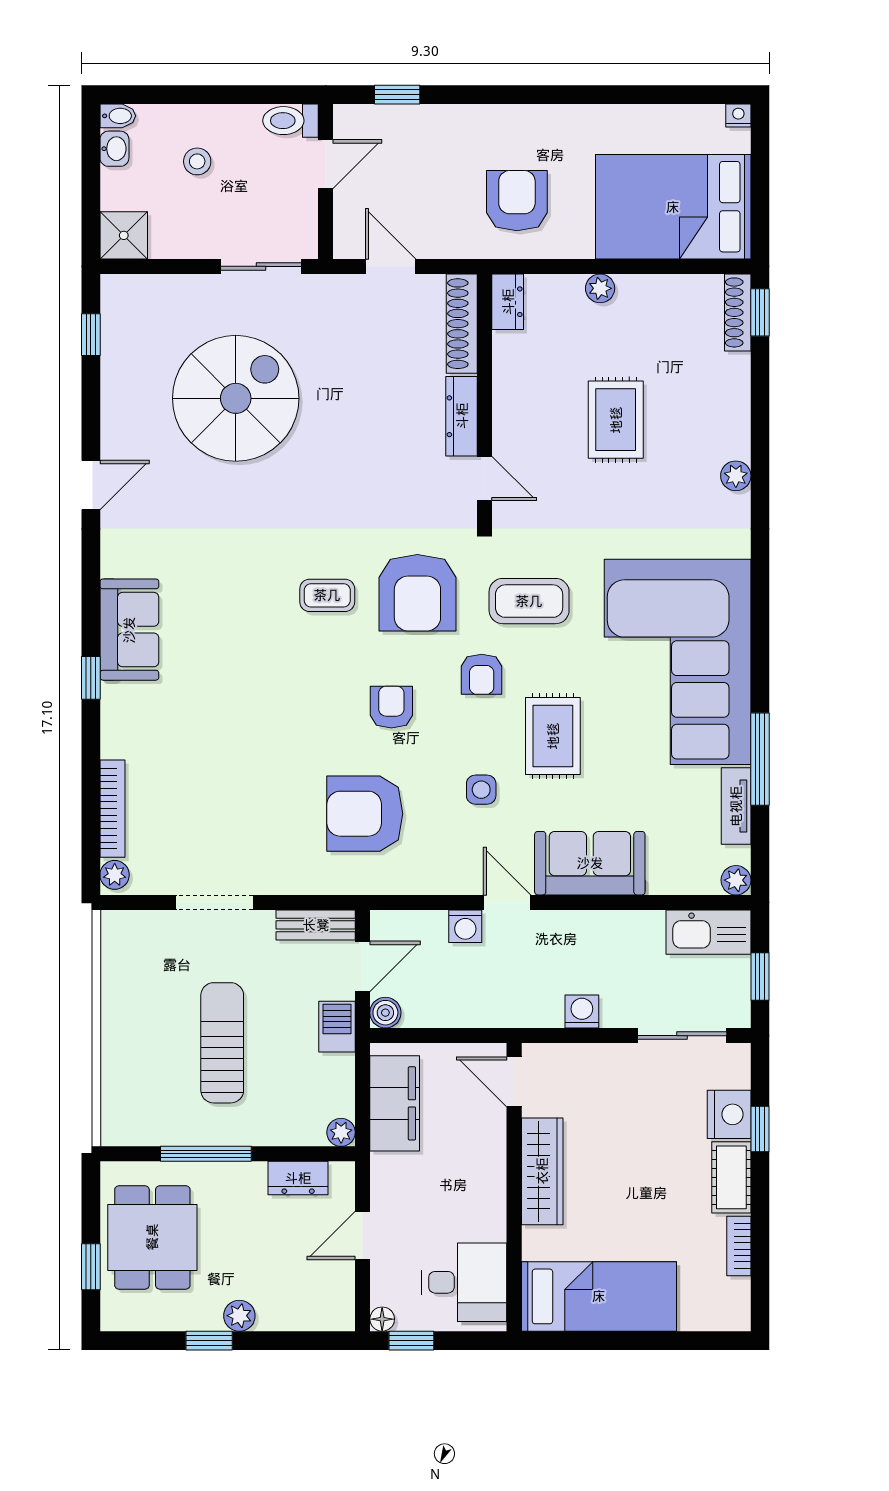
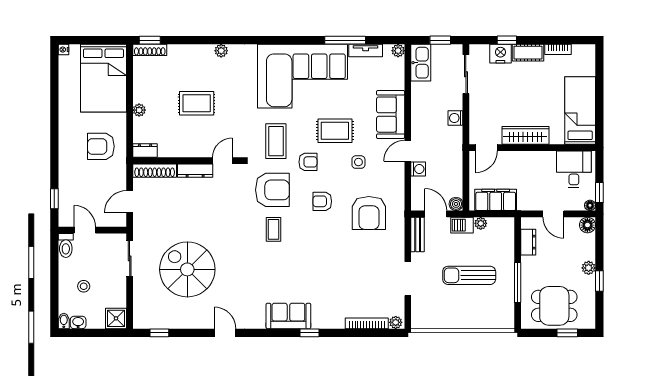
plant: (341, 1132) -> (481, 223), moved
floor lamp: (337, 1313) -> (587, 225), added

